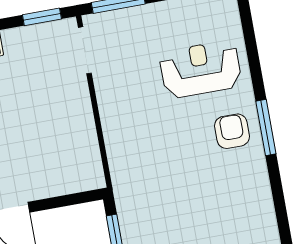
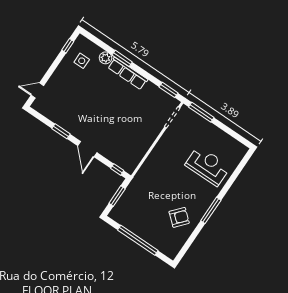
armchair: (232, 131) -> (179, 217), moved, turned 41
window: (79, 198) -> (117, 169), added

